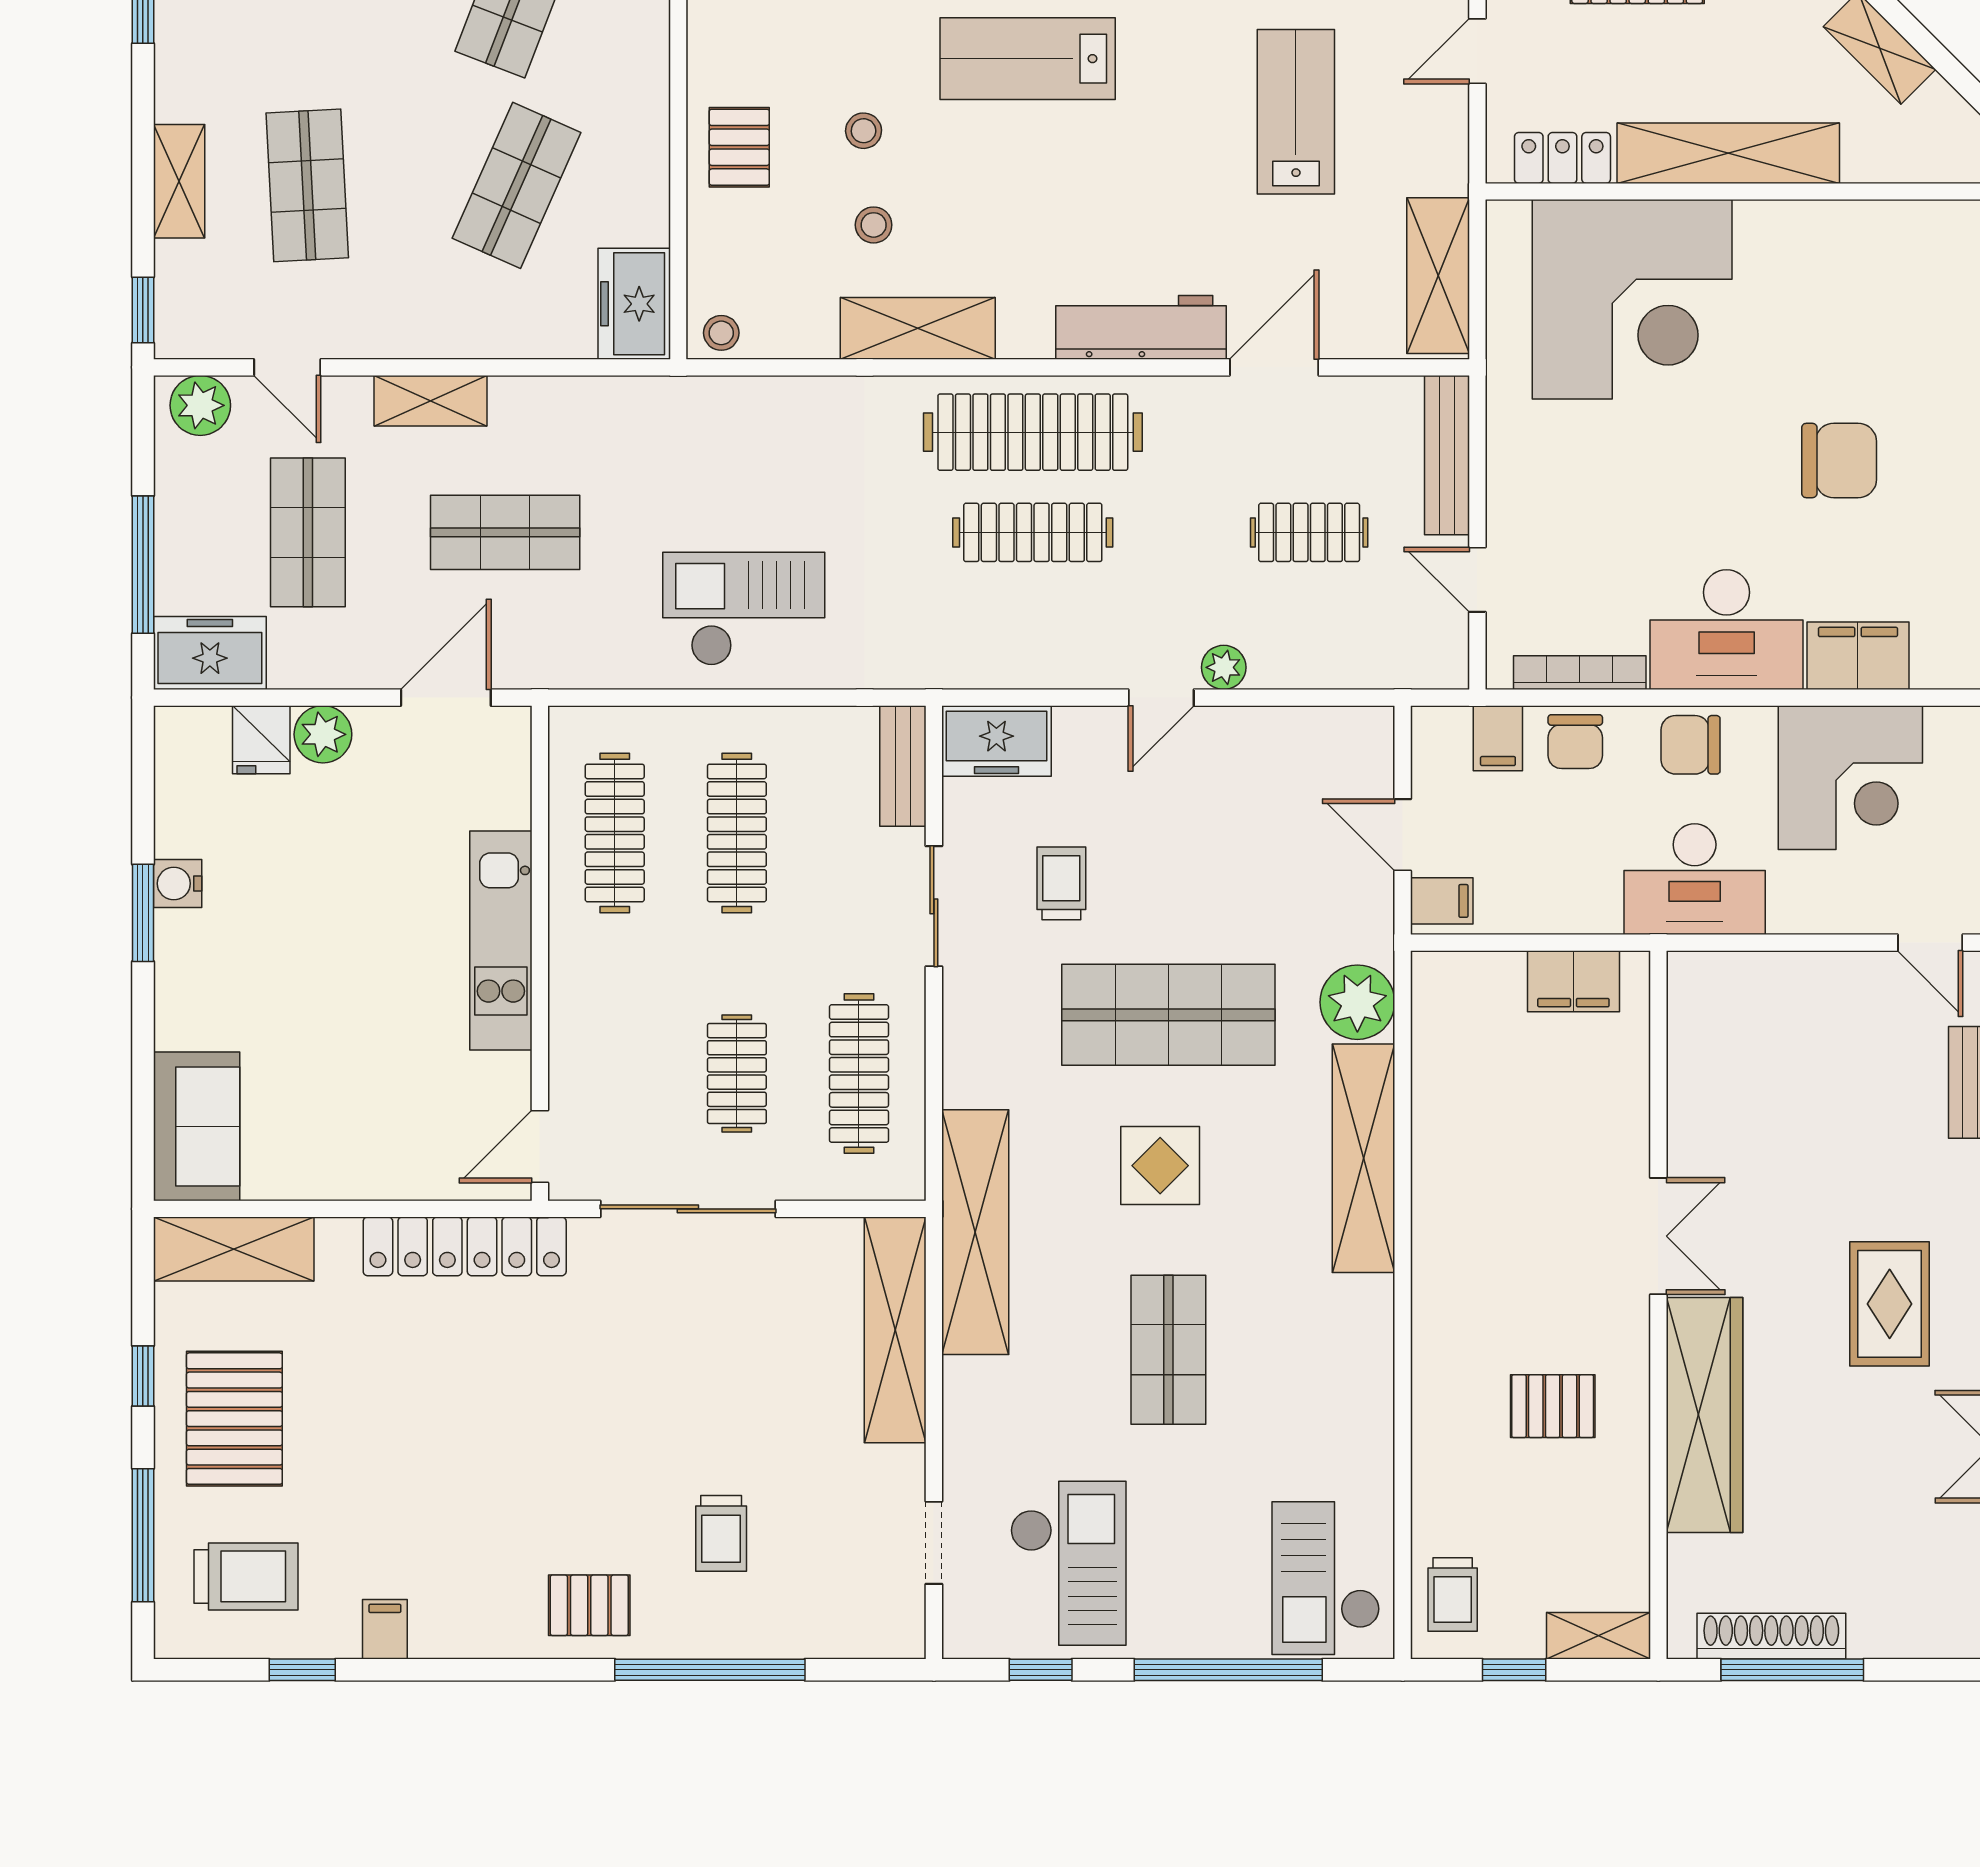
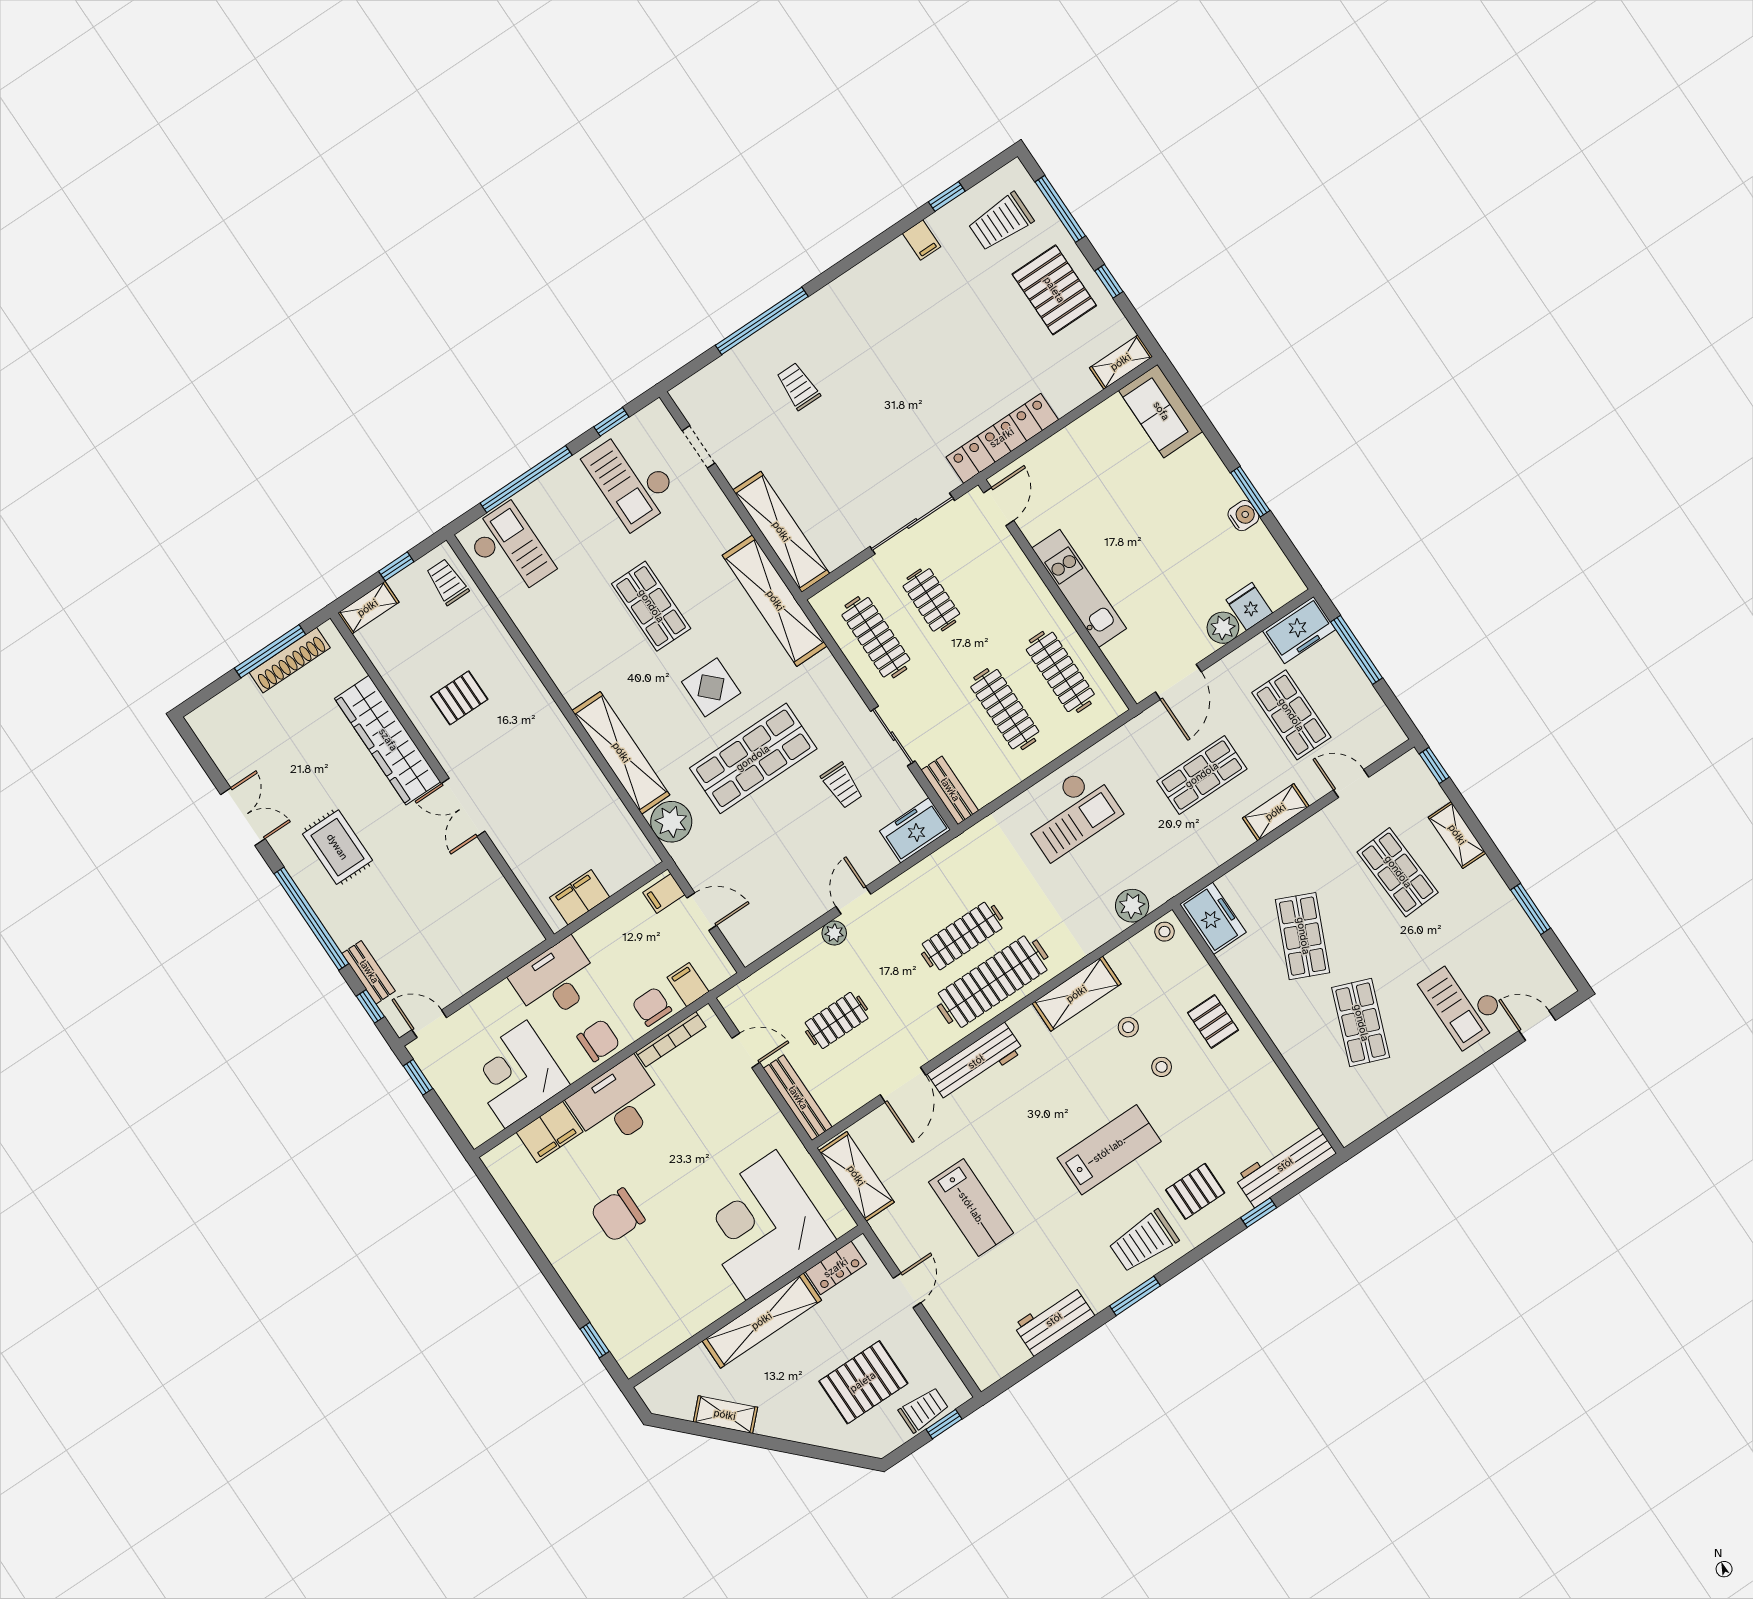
plant: (200, 405) -> (1132, 906), moved
shelving: (234, 1249) -> (1121, 362), width x0.67, depth x0.75
pallet: (589, 1605) -> (836, 313), removed

